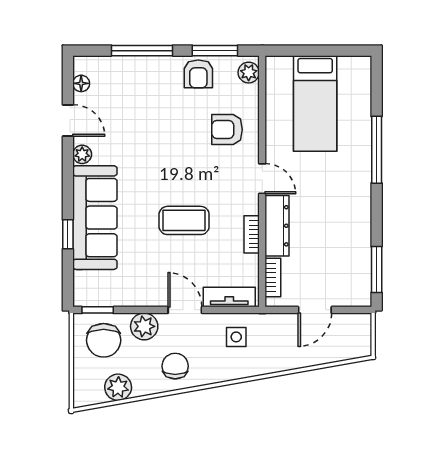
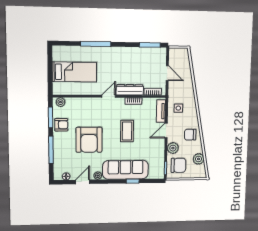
armchair: (227, 130) -> (89, 140), moved, width x1.88, depth x1.88

